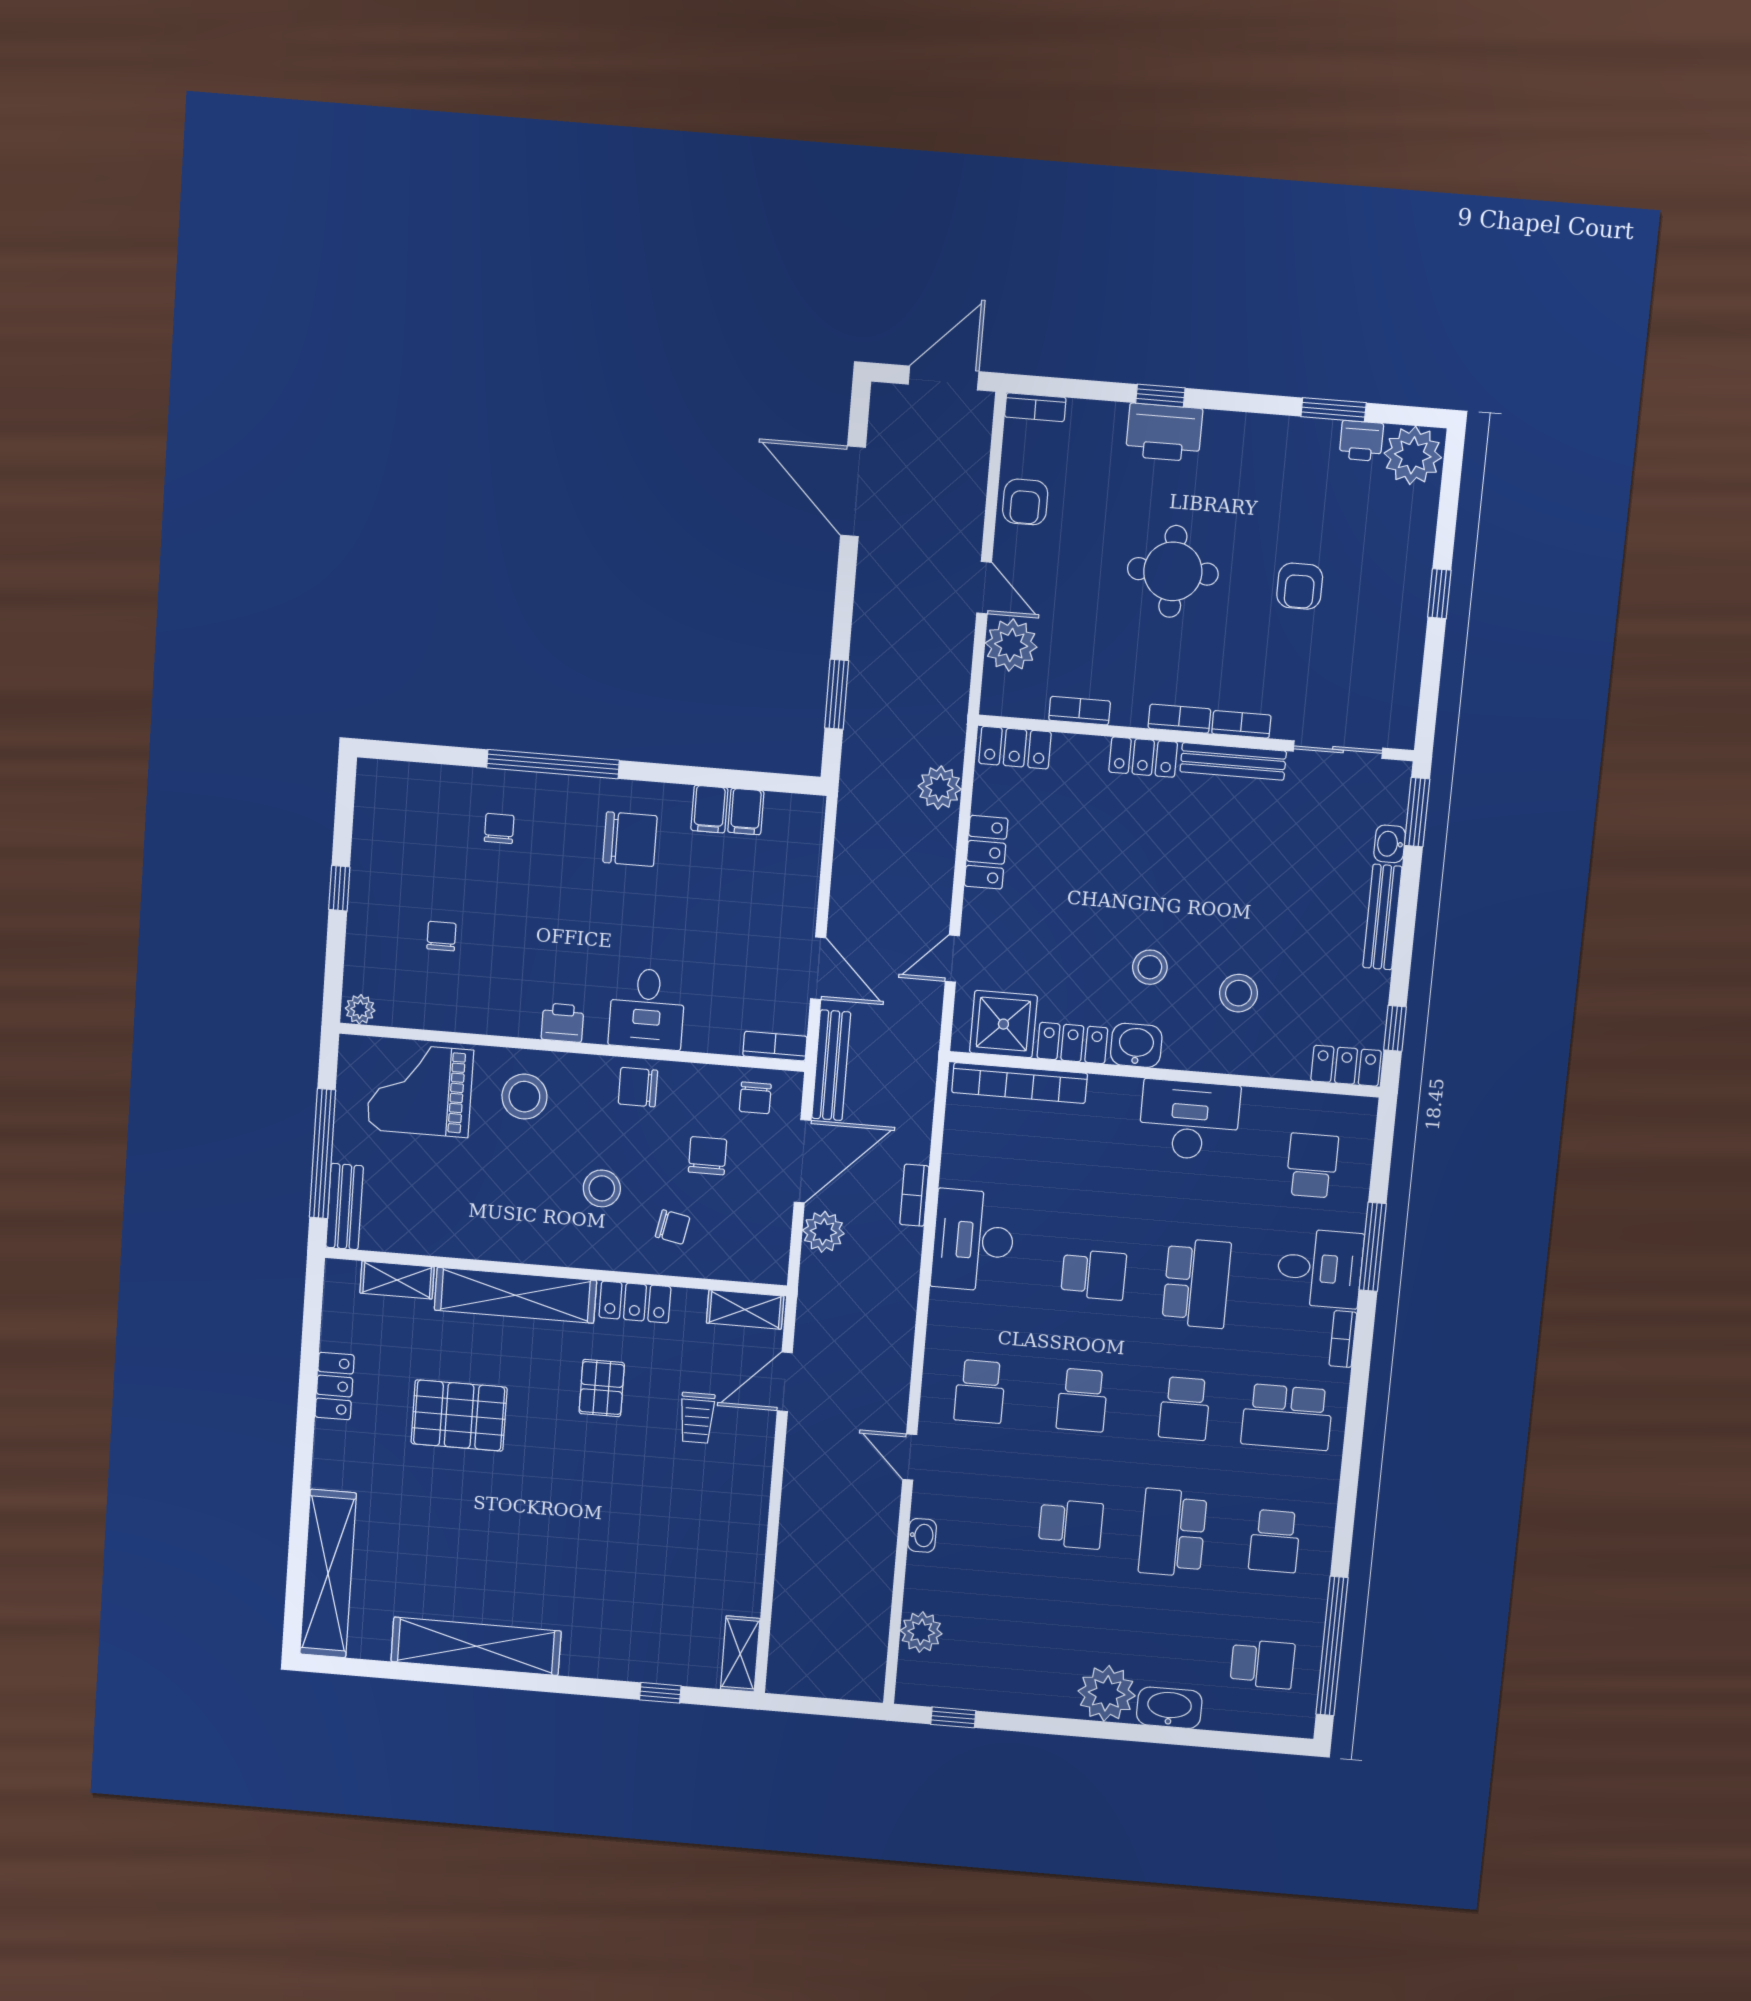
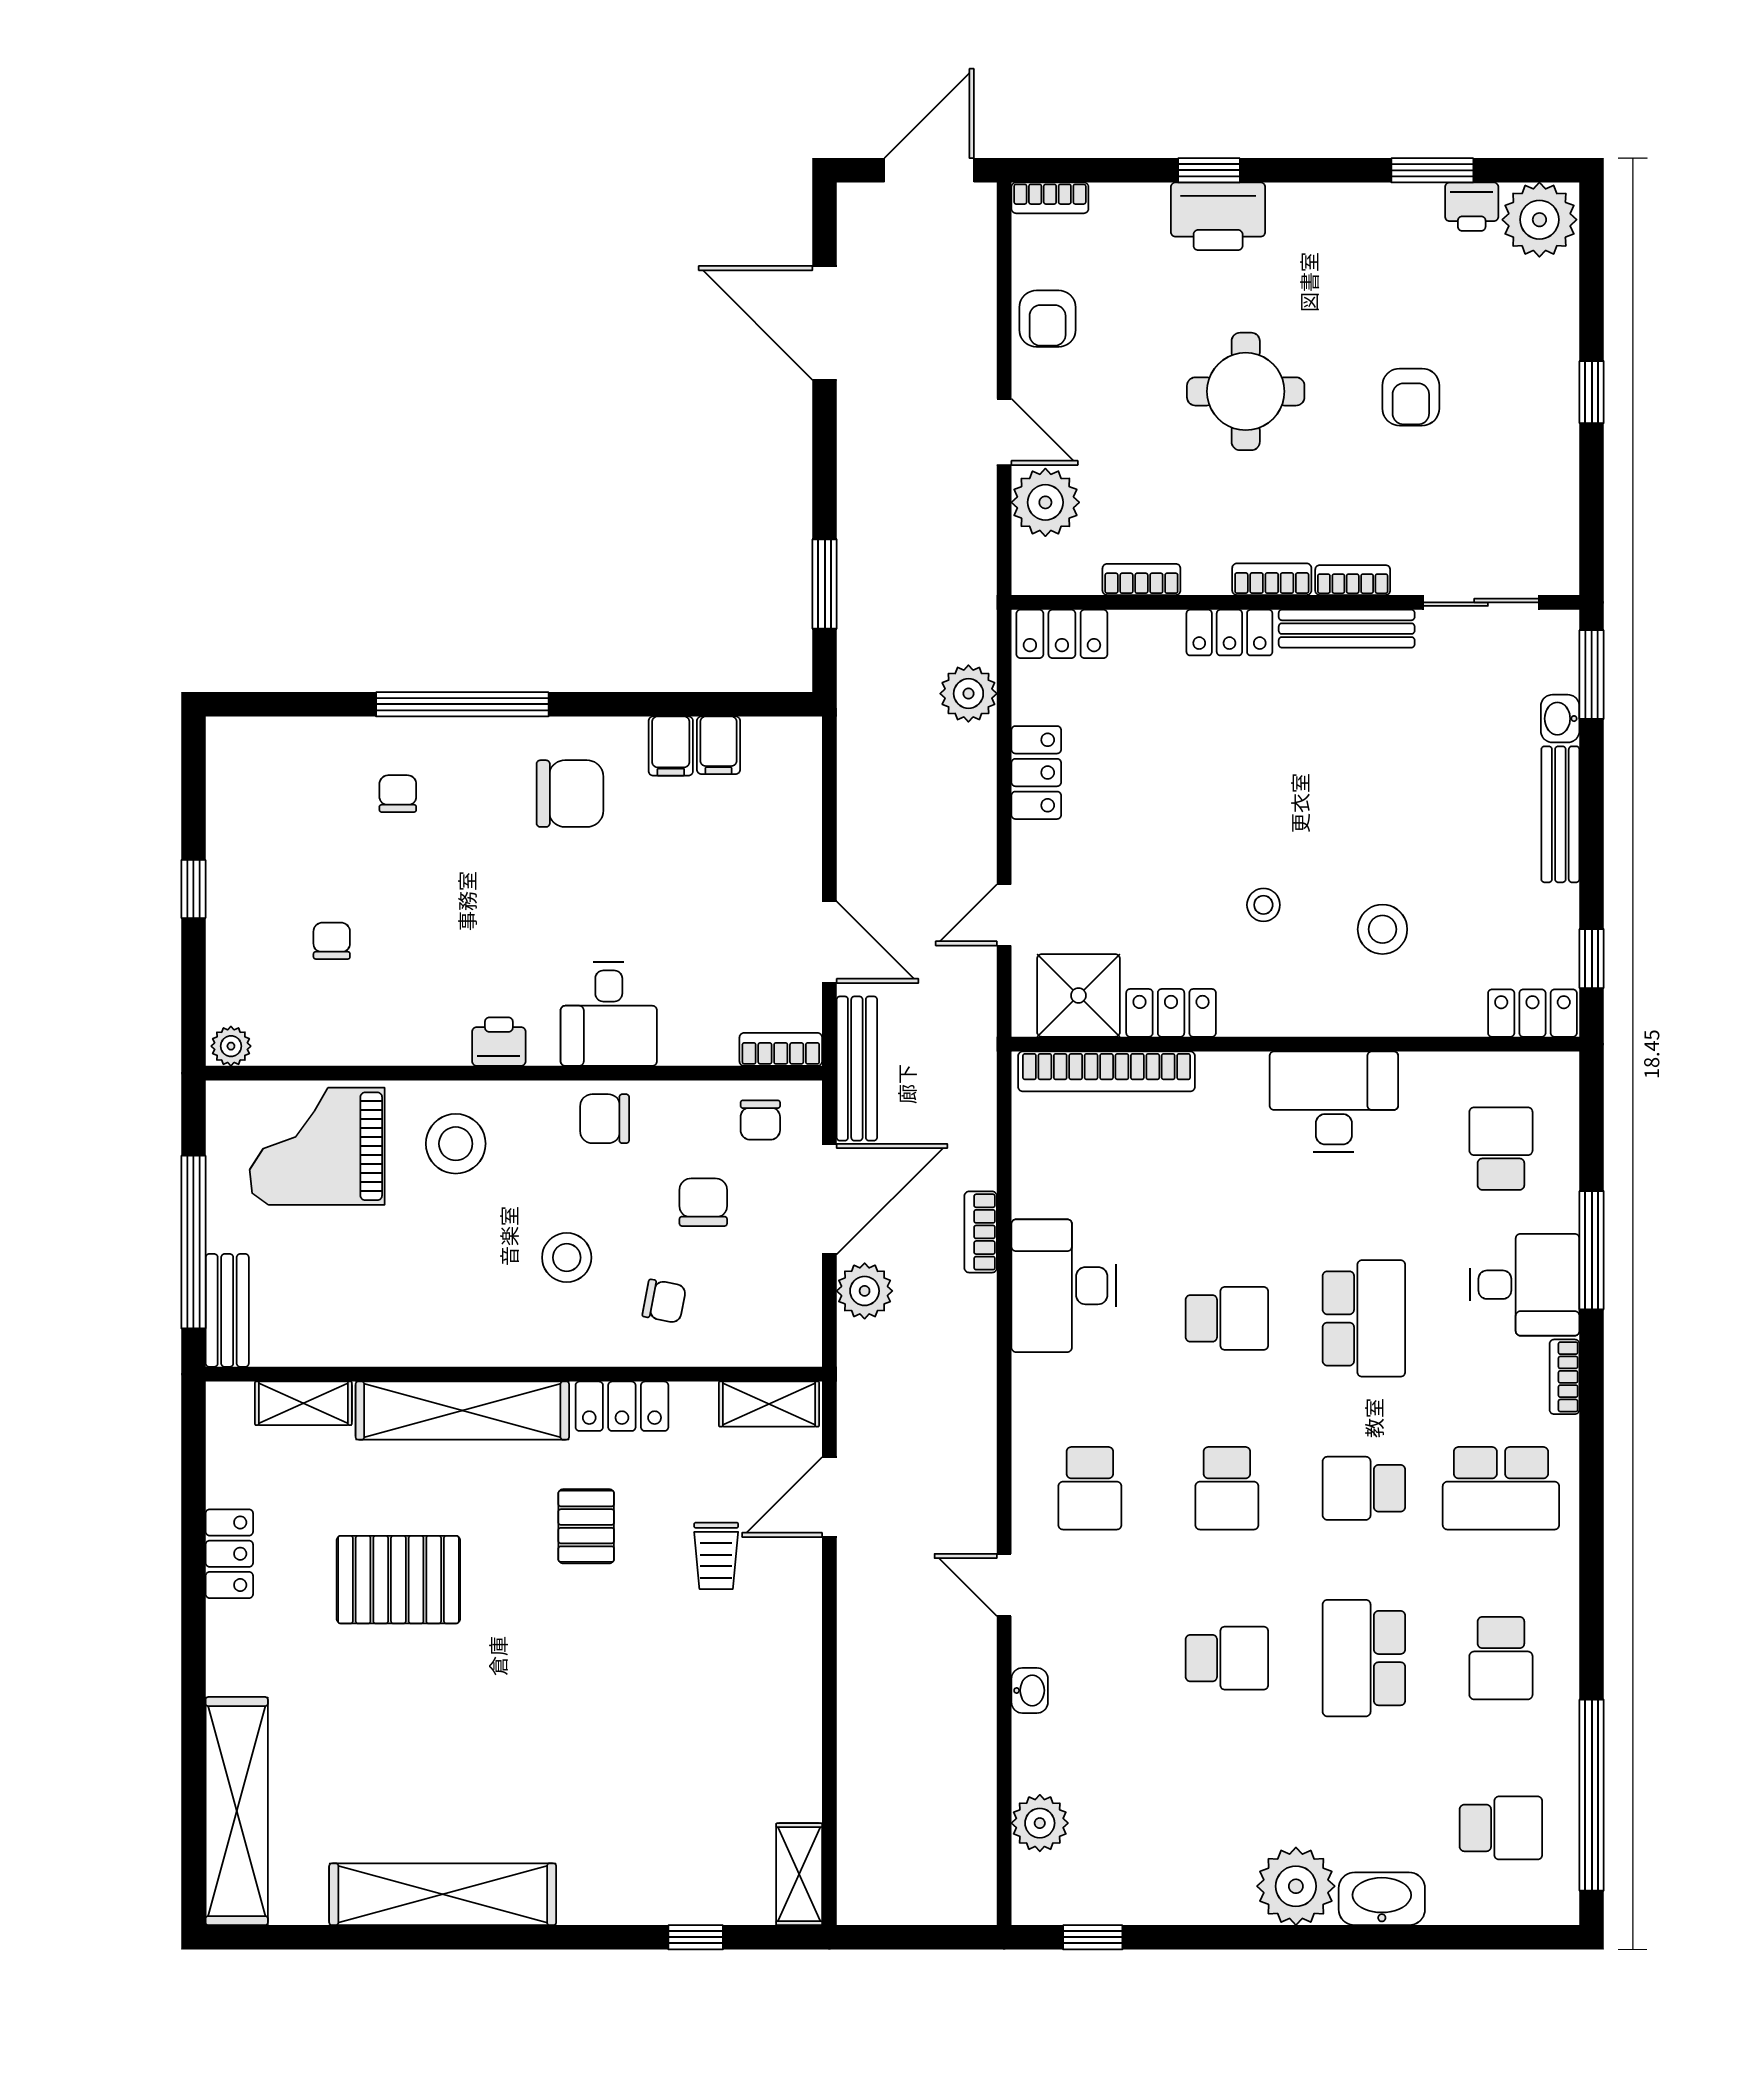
stool: (1150, 967) -> (1263, 905), width x0.73, depth x0.73
washbasin: (1136, 1045) -> (1255, 1009), removed
school desk: (1185, 1409) -> (1364, 1488), turned 90

